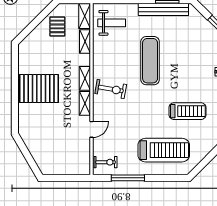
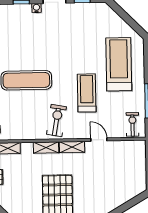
treadmill: (187, 111) -> (87, 93), moved

